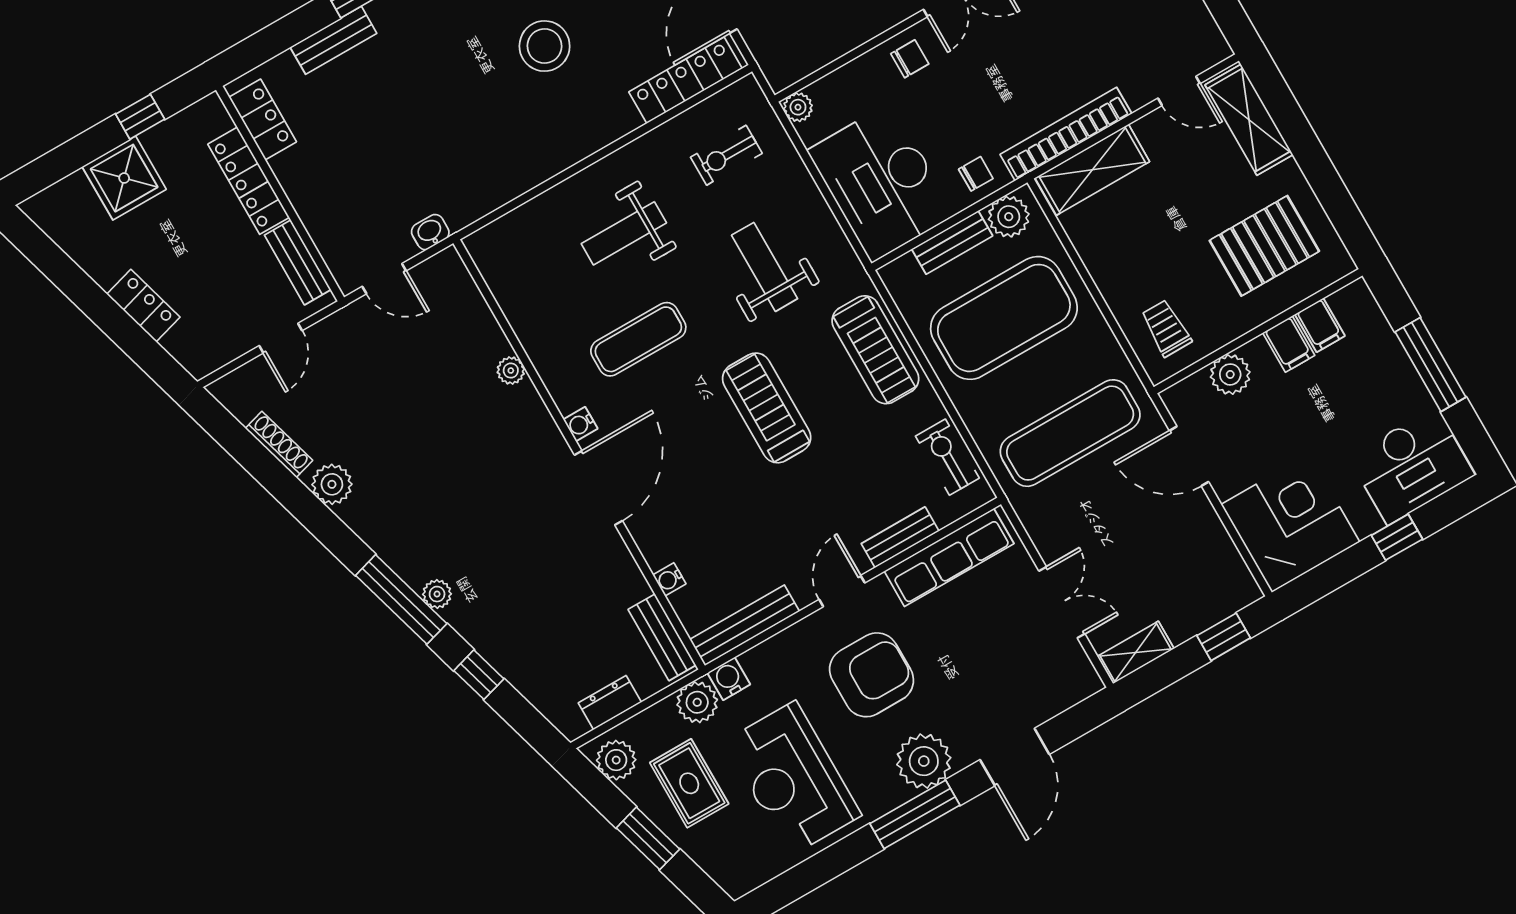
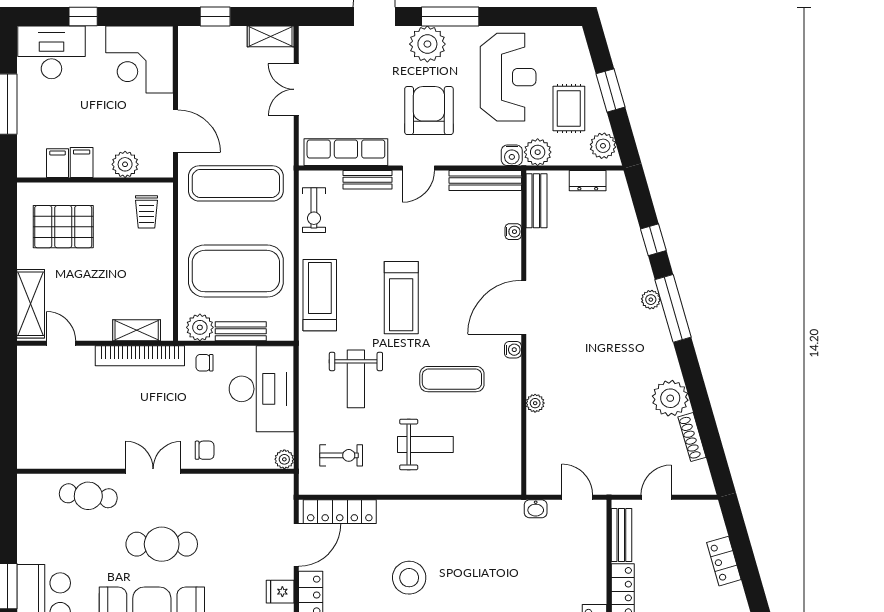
chair: (910, 59) -> (205, 450), turned 180
shelving: (1092, 170) -> (137, 330), width x0.67, depth x0.75
plant: (332, 484) -> (670, 398), width x1.36, depth x1.36
armchair: (872, 675) -> (429, 111), turned 90

